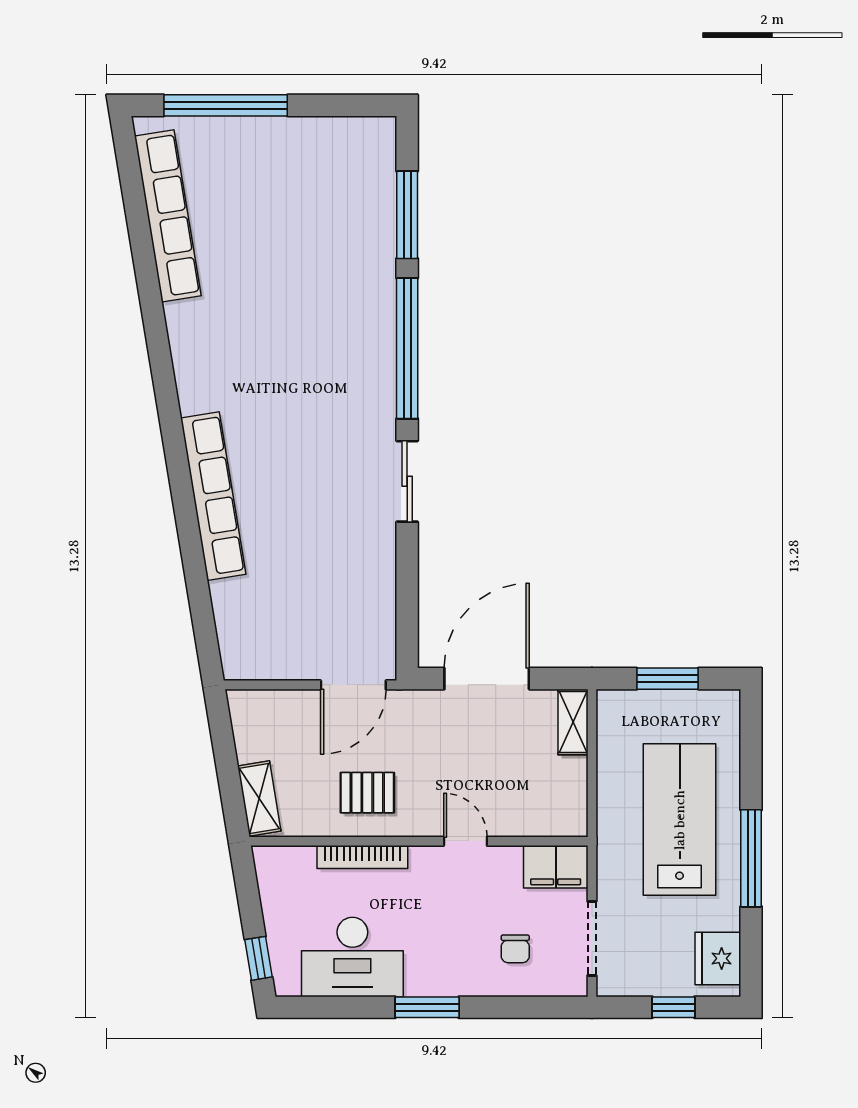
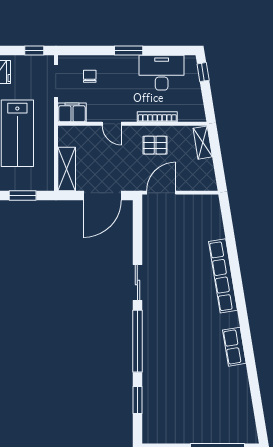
window: (407, 215) -> (137, 400), width x0.69
row of seats: (168, 216) -> (234, 347), moved, width x0.50
shelving: (573, 722) -> (67, 169), width x1.50, depth x1.33
window: (673, 1007) -> (34, 50), moved

